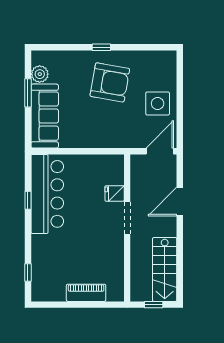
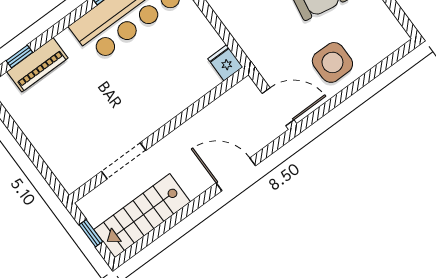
fridge: (115, 193) -> (225, 63), moved
doorway: (127, 218) -> (124, 161), moved
piano: (86, 293) -> (37, 65), moved, turned 90

